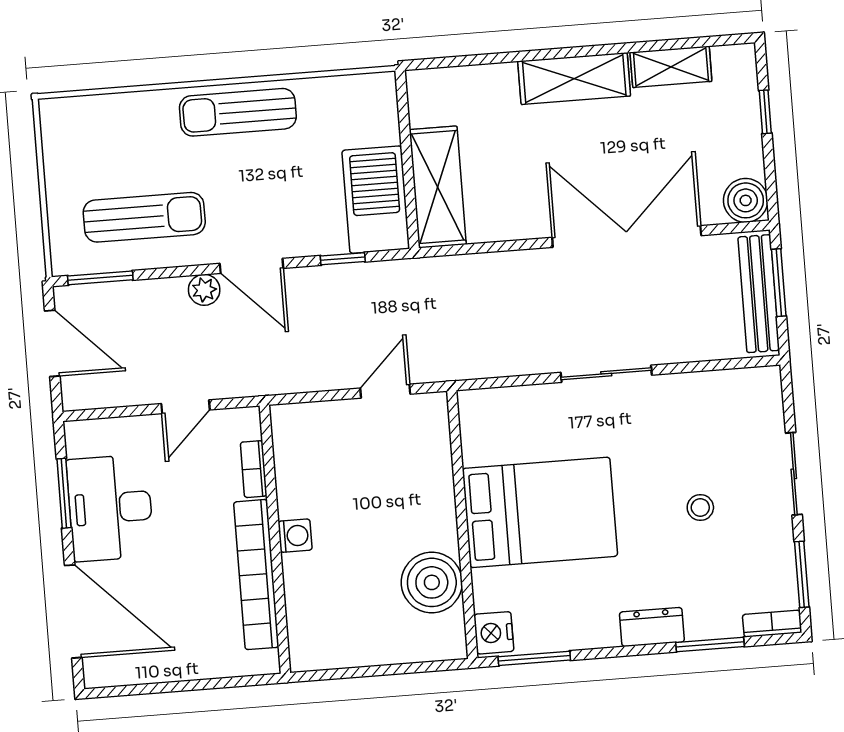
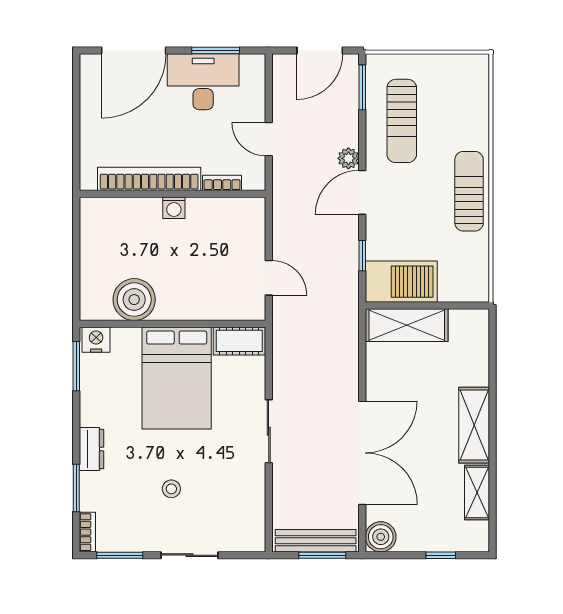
cot: (480, 426) -> (239, 341), added

